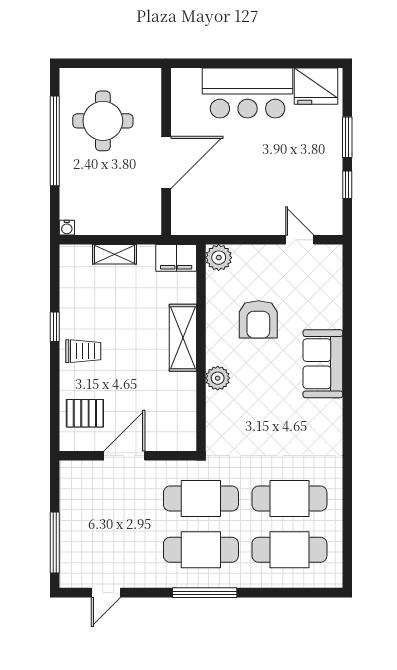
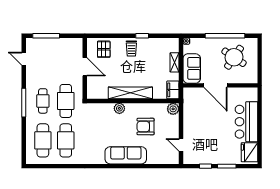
round table: (103, 121) -> (234, 57), turned 34
sofa: (128, 216) -> (192, 68), added
door: (300, 240) -> (181, 145), swing flipped
shelving: (183, 338) -> (130, 93), width x1.47
sofa: (323, 364) -> (126, 155), width x1.36
cafe table: (201, 550) -> (43, 101), width x0.73, depth x0.74

